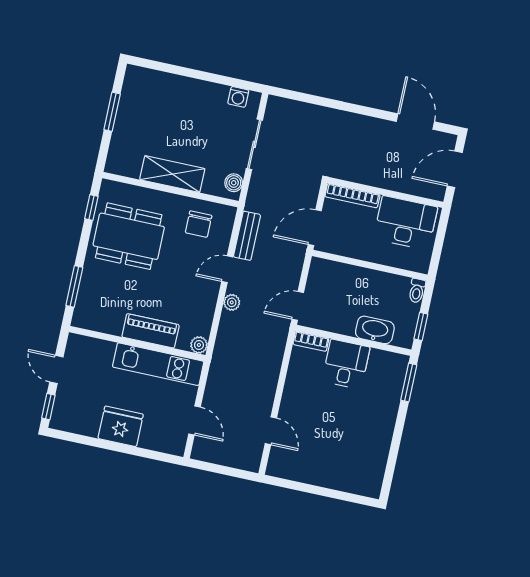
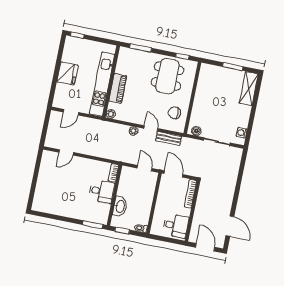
door: (415, 122) -> (230, 226), hinge flipped
shelving: (172, 174) -> (249, 89), moved
desk: (406, 223) -> (176, 226), width x0.73
door: (298, 306) -> (145, 168), moved
kitchen unit: (158, 364) -> (102, 84), width x1.36
door: (56, 369) -> (97, 39), removed

